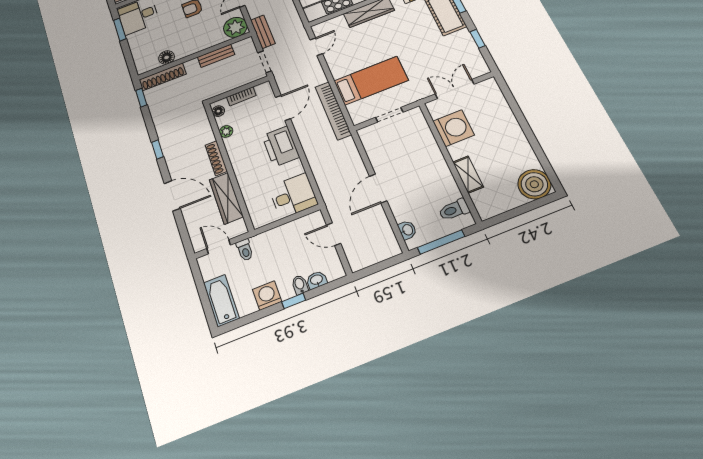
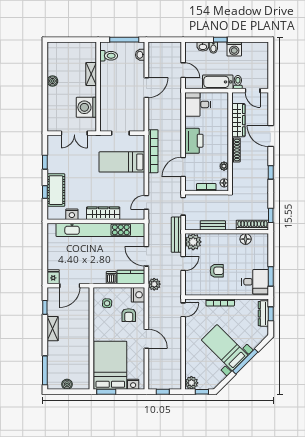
bench: (263, 32) -> (176, 235), width x1.36
boiler: (534, 184) -> (52, 81), moved, width x0.54, depth x0.54
bathtub: (221, 301) -> (218, 82), moved, turned 90

